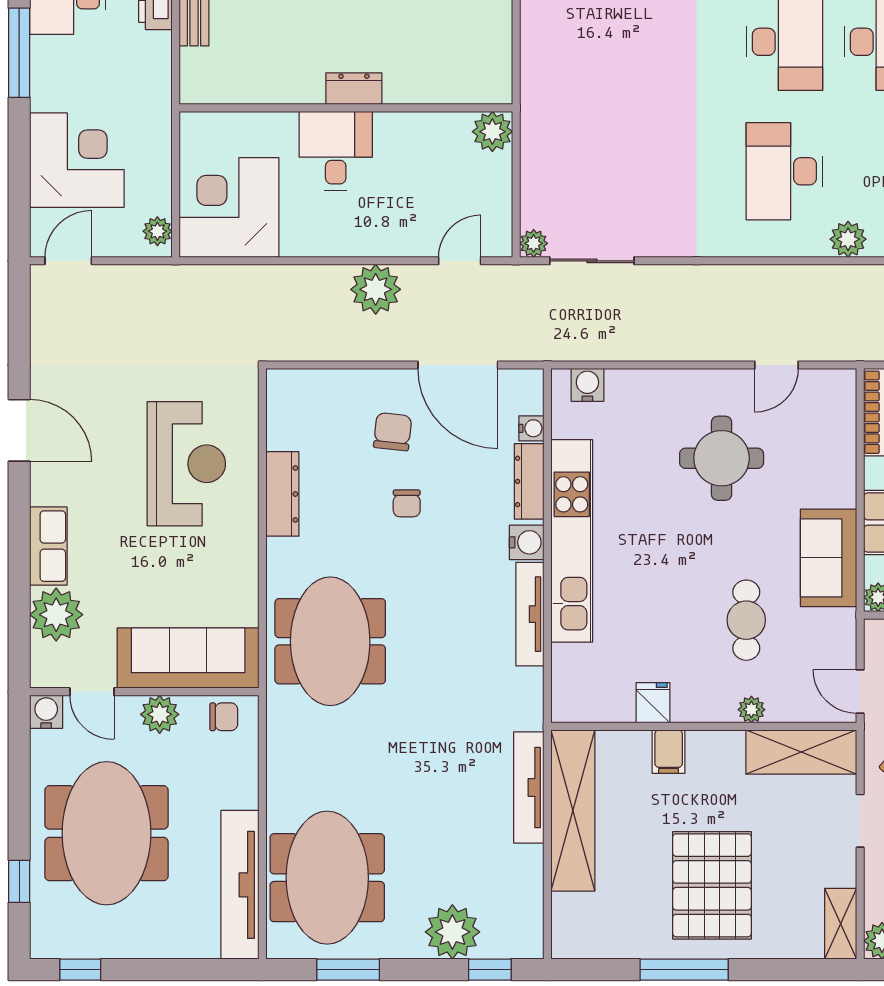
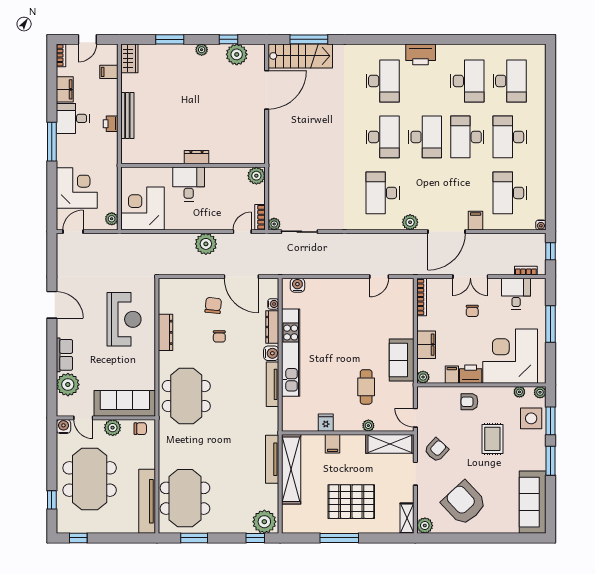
bookcase: (501, 228) -> (260, 217), added
round table: (722, 458) -> (355, 317), removed
pallet: (712, 885) -> (351, 502), turned 90
plant: (452, 932) -> (264, 522), moved

